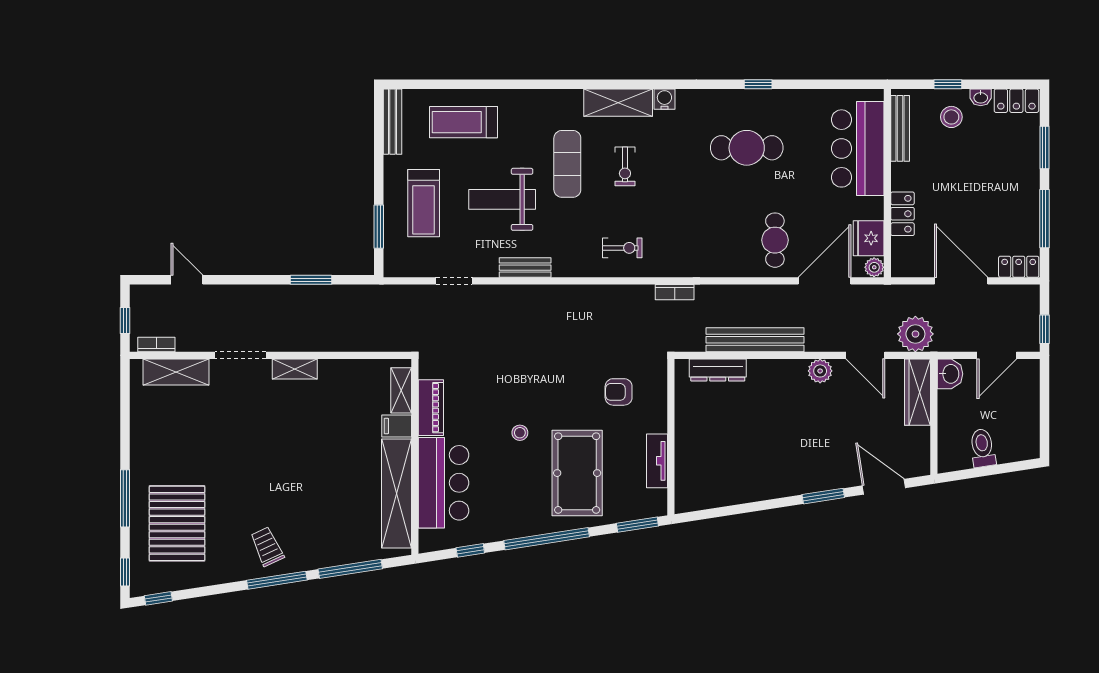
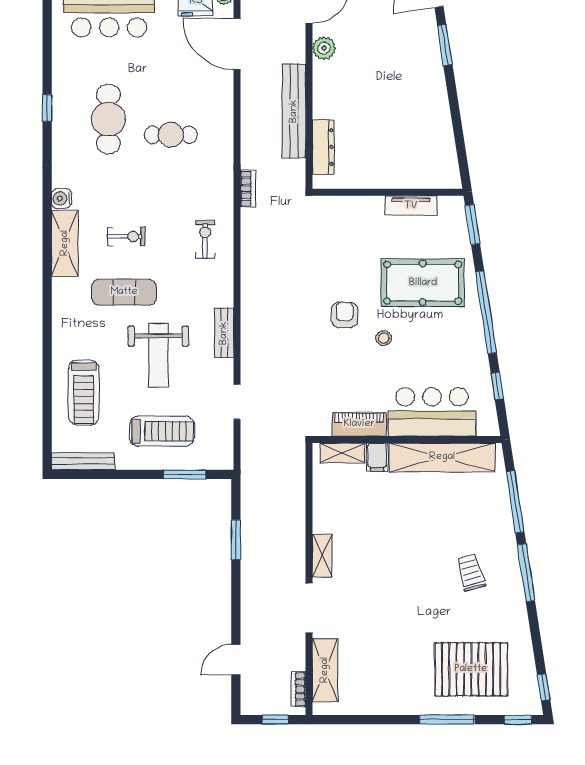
cafe table: (775, 240) -> (171, 135), moved
armchair: (619, 392) -> (345, 315), moved, turned 180
trolley: (267, 547) -> (471, 572), moved, turned 99

